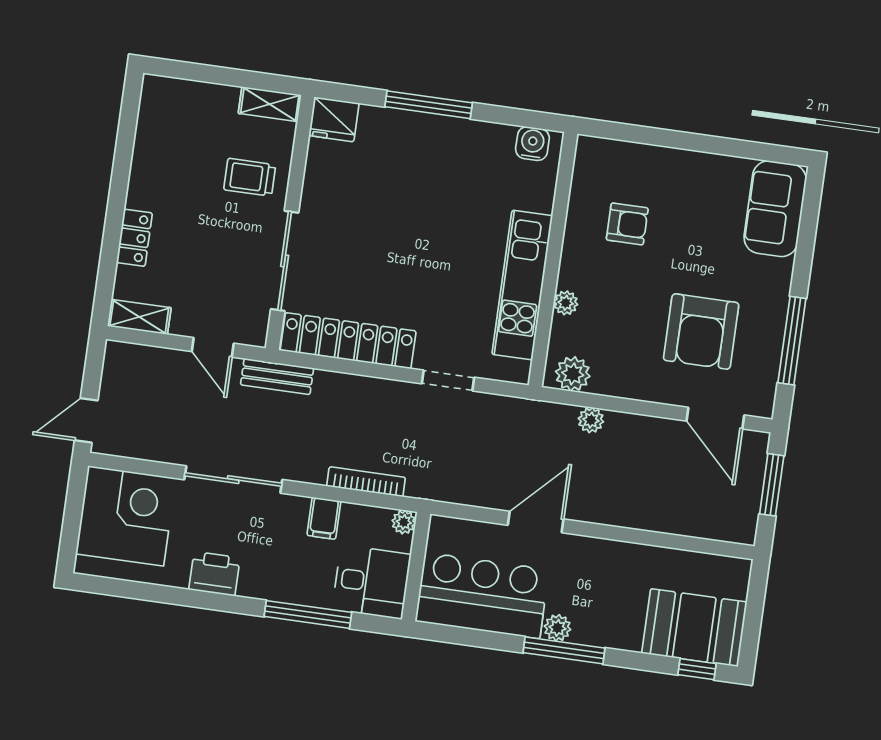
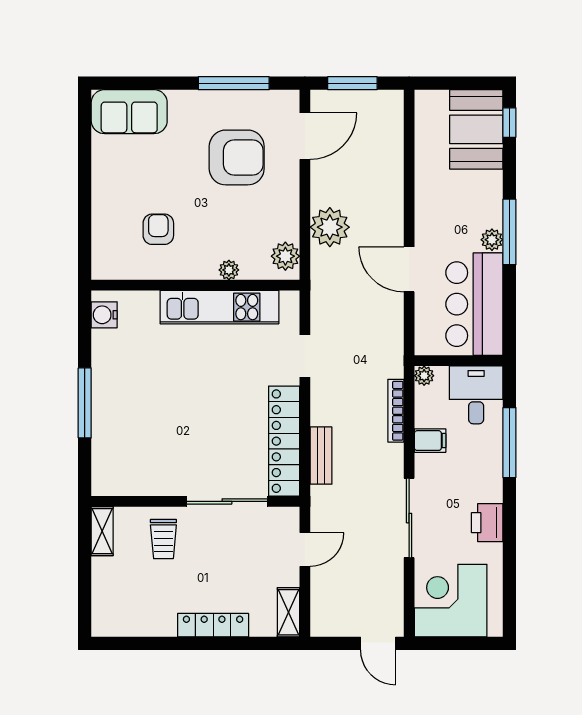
fridge: (334, 119) -> (107, 478), removed
locker: (134, 238) -> (213, 625), width x1.53
bench: (277, 376) -> (321, 456), moved
plant: (591, 420) -> (330, 227), width x1.87, depth x1.87

